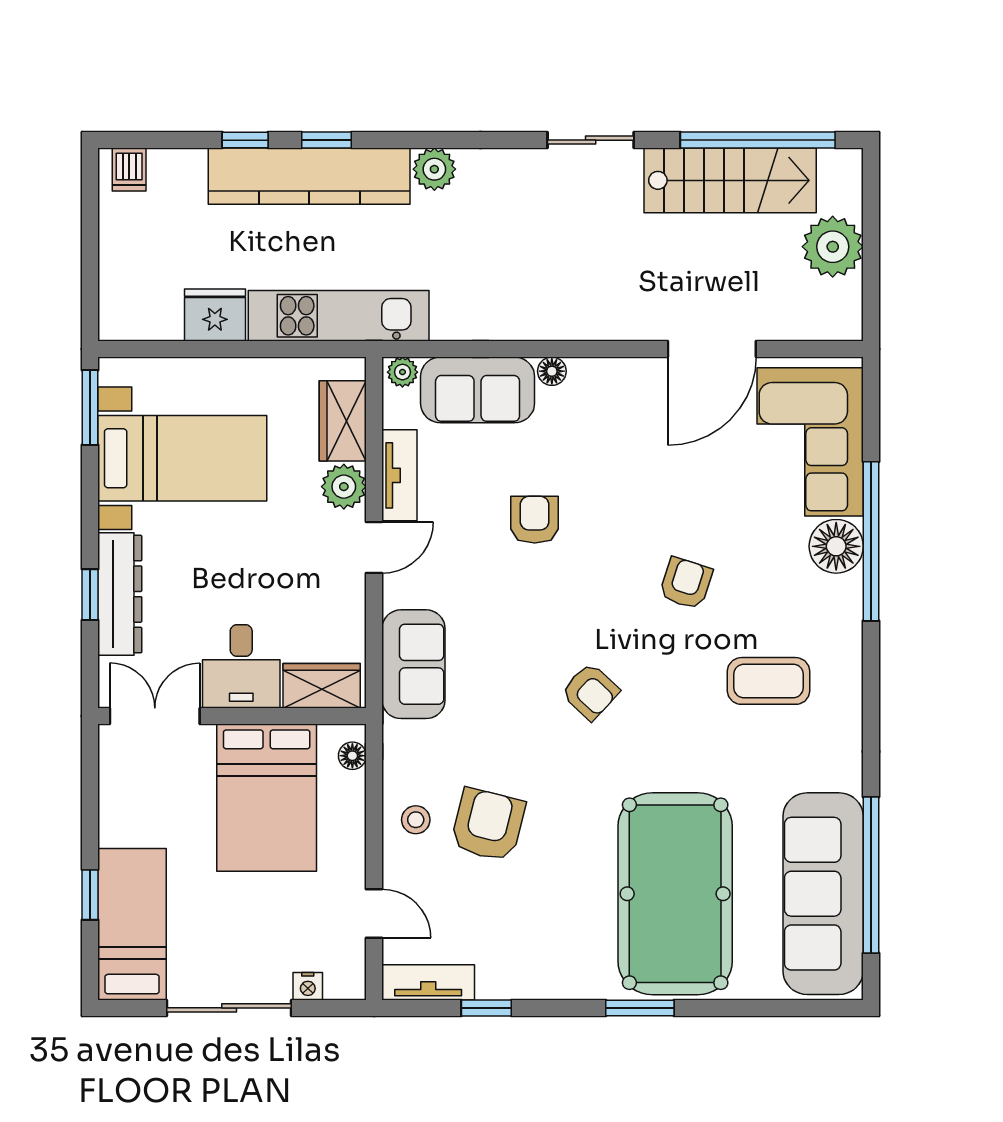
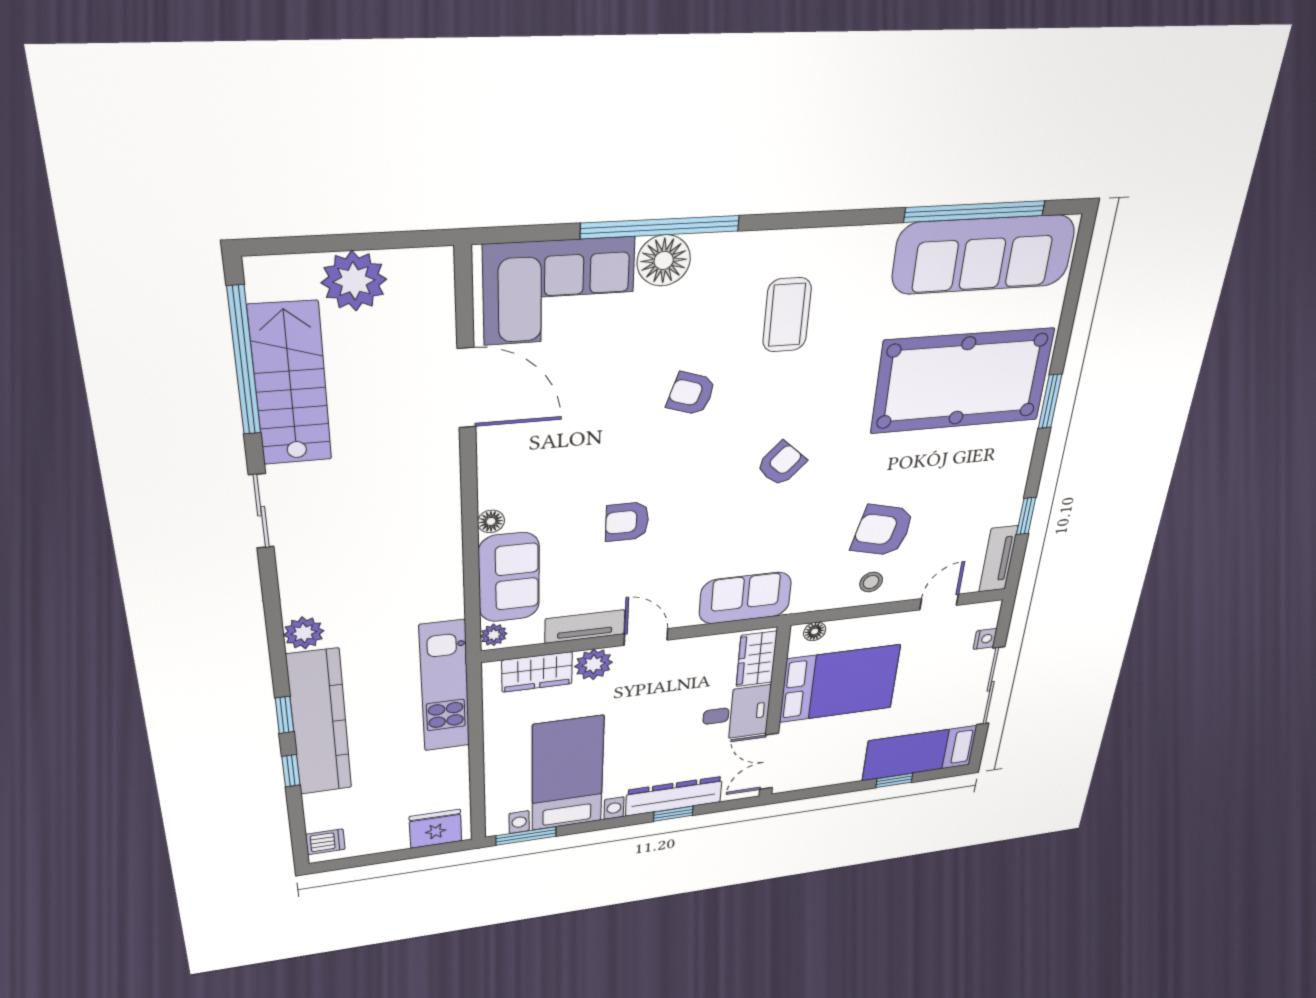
fridge: (215, 315) -> (436, 829), moved, turned 90

